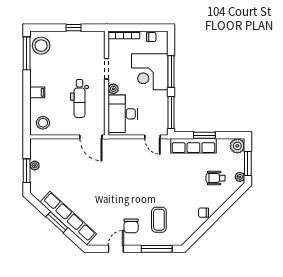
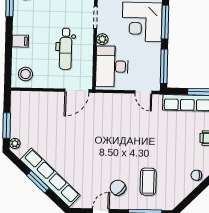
door: (91, 137) -> (77, 91), hinge flipped
plant: (35, 165) -> (15, 143), moved
chair: (131, 226) -> (118, 188), turned 135

